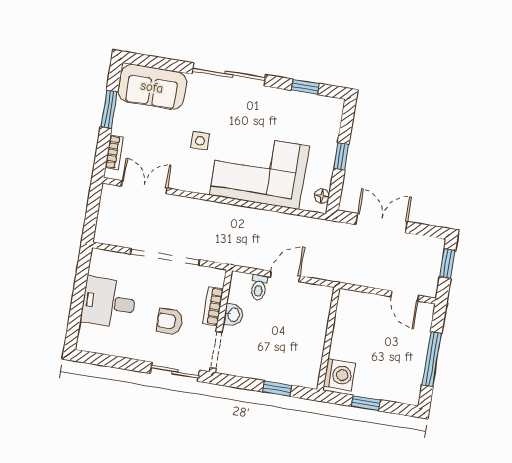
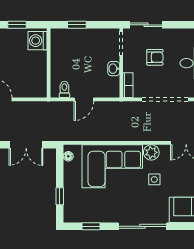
window: (341, 156) -> (60, 196), moved
plant: (198, 181) -> (151, 152), added
toilet: (259, 287) -> (64, 89), moved
bookcase: (213, 306) -> (128, 85), moved

